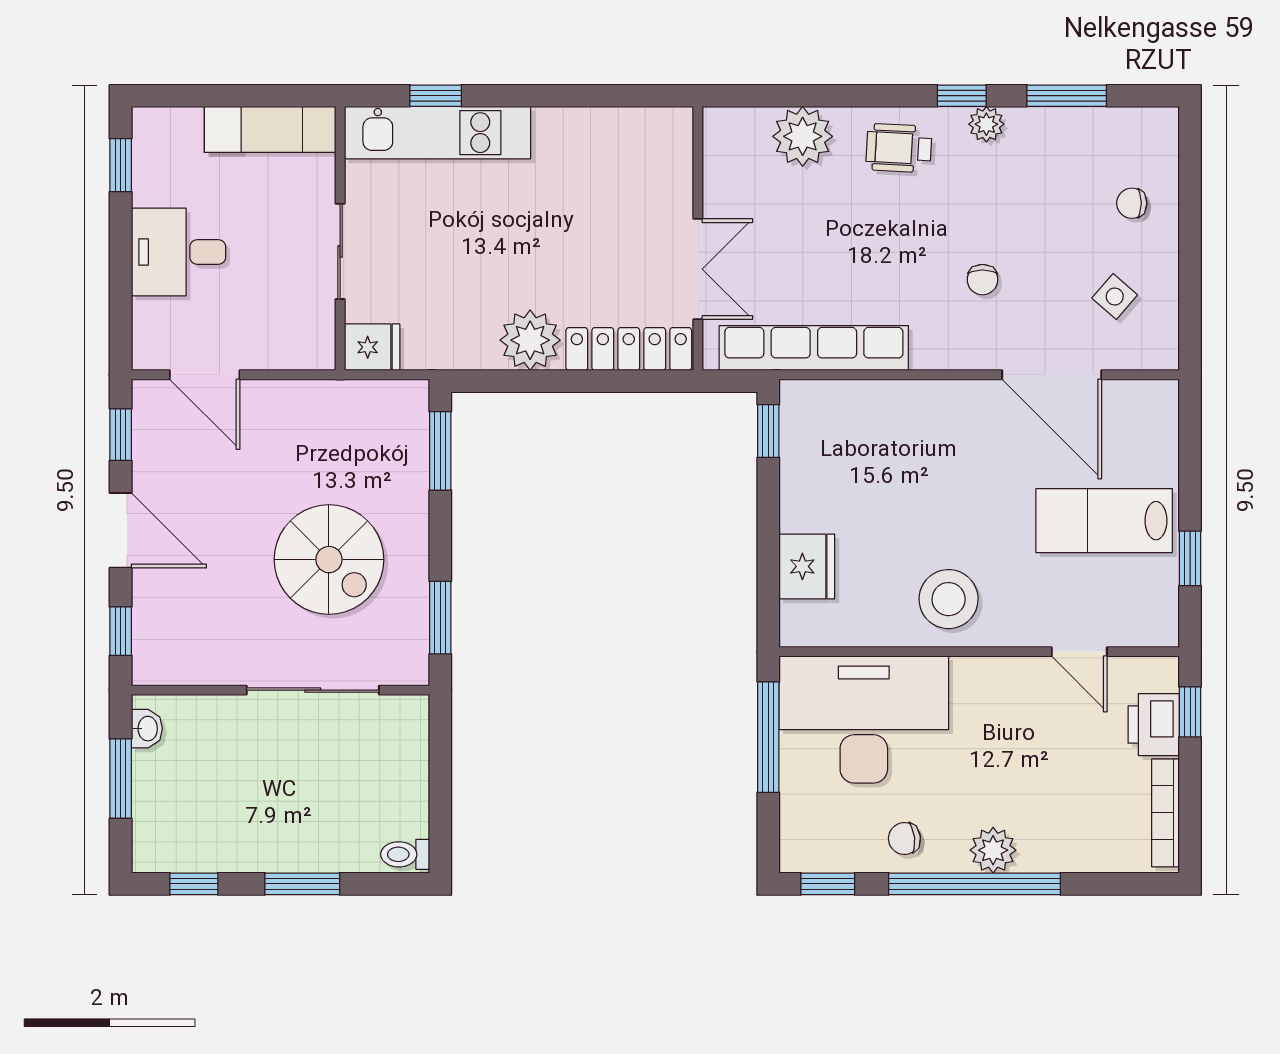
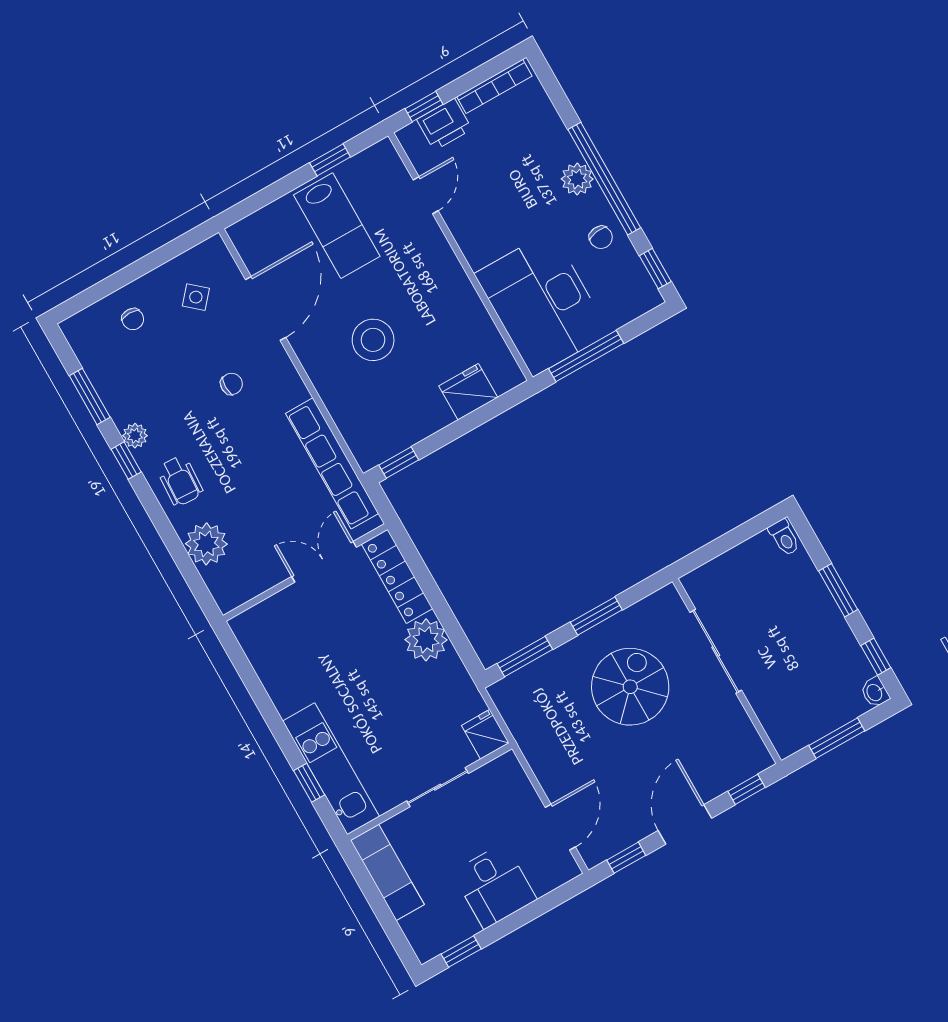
stool: (949, 599) -> (373, 340), moved
window: (440, 618) -> (596, 616), moved
washbasin: (147, 729) -> (875, 692), moved, turned -90

